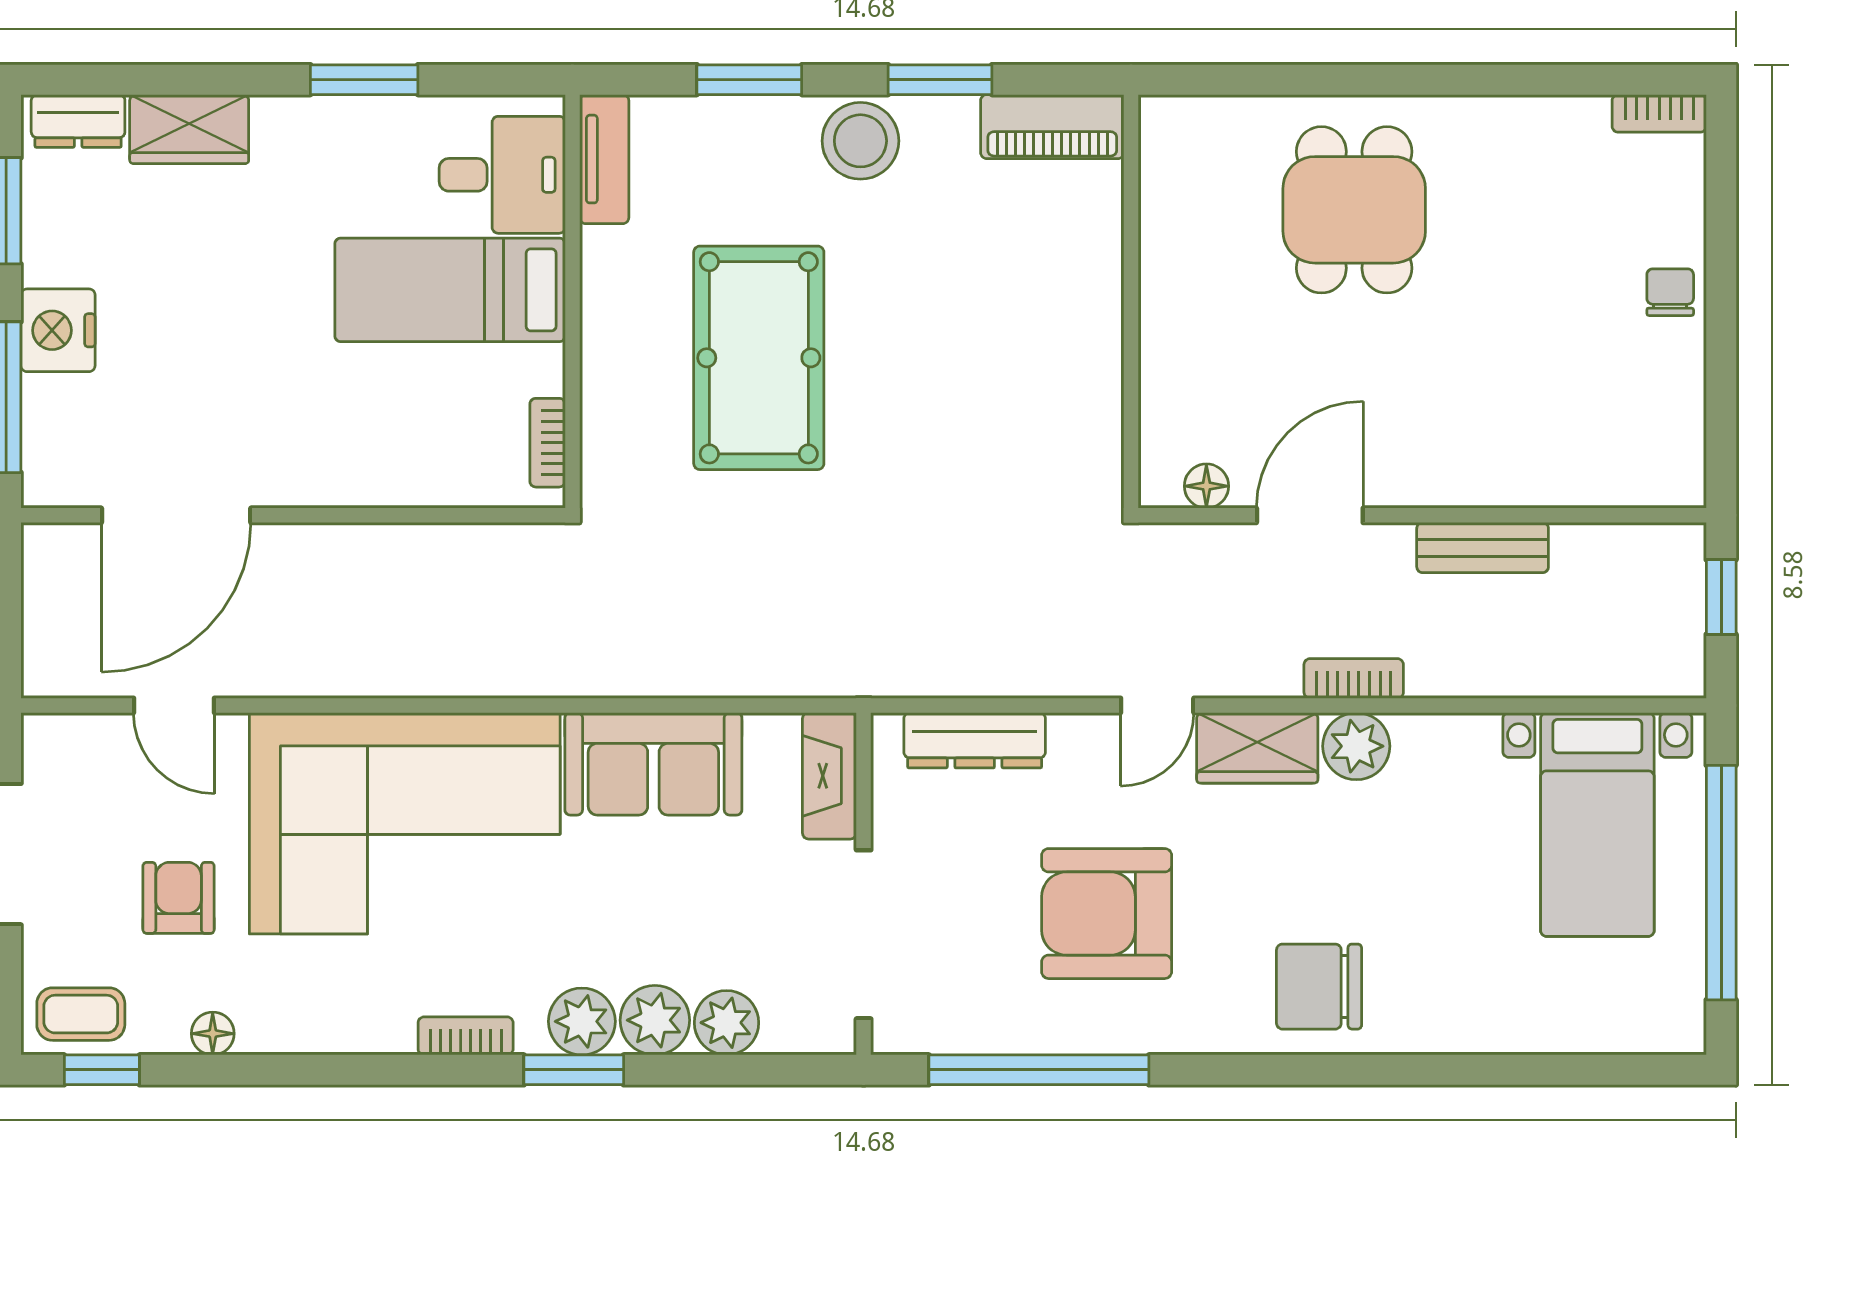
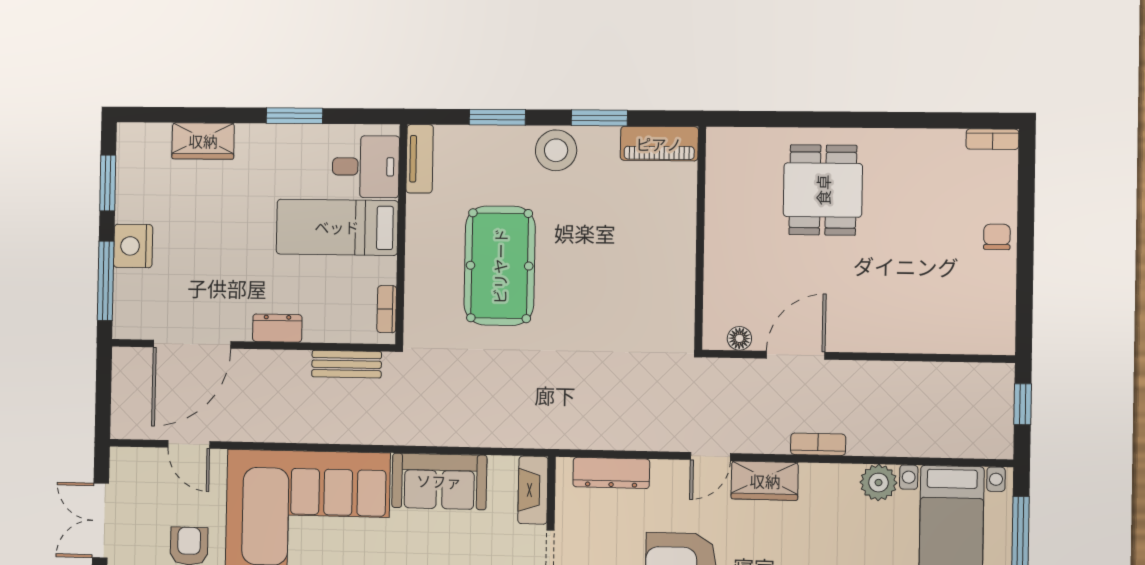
dresser: (78, 121) -> (277, 328), moved, turned 180
bench: (1483, 548) -> (347, 364), moved
plant: (1356, 746) -> (879, 483), moved

